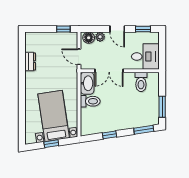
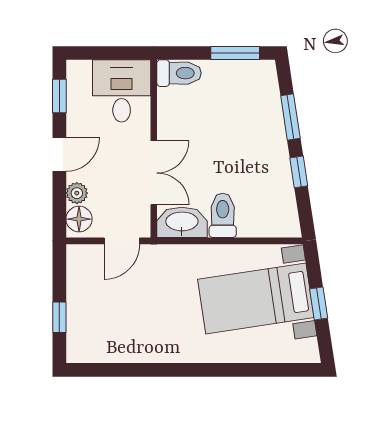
window: (63, 29) -> (59, 317), moved
dresser: (30, 62) -> (133, 351), removed
toilet: (141, 82) -> (179, 73), moved
window: (144, 130) -> (290, 117), moved

